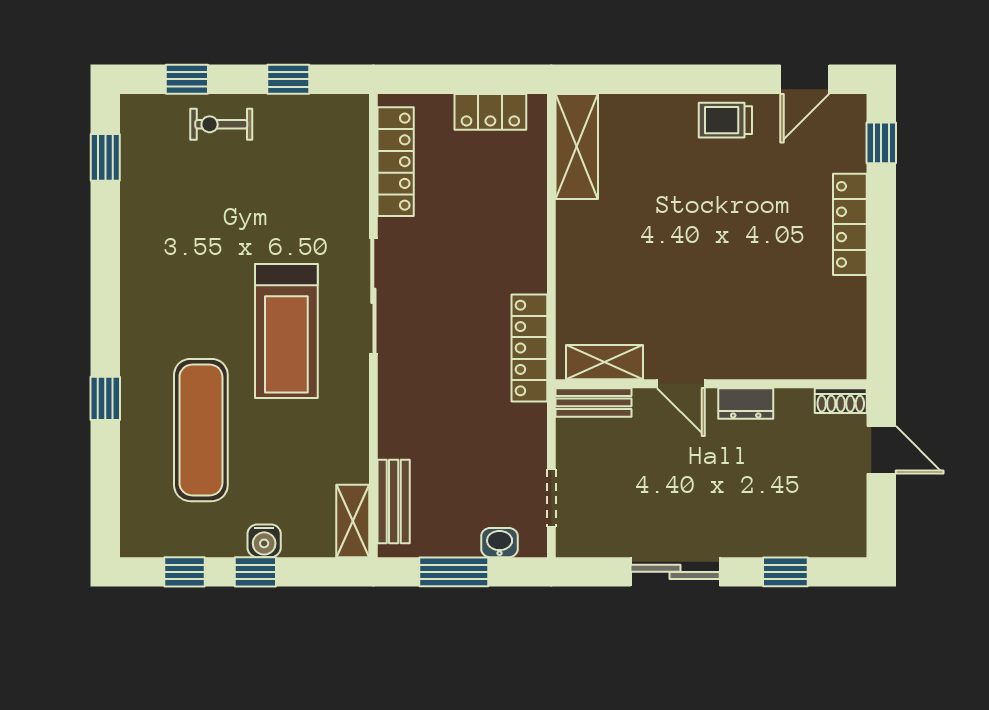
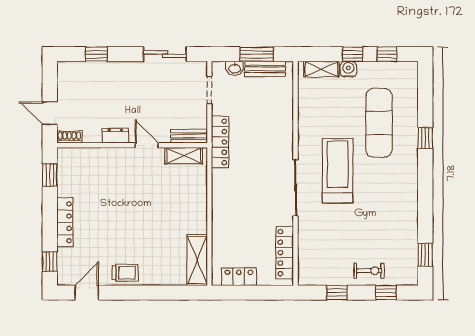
window: (881, 322) -> (50, 175), added
locker: (529, 348) -> (220, 142), moved
bench: (394, 502) -> (265, 69), moved, turned 90
shelving: (353, 521) -> (321, 69), moved, turned 90
sliding door: (675, 572) -> (165, 54), moved

